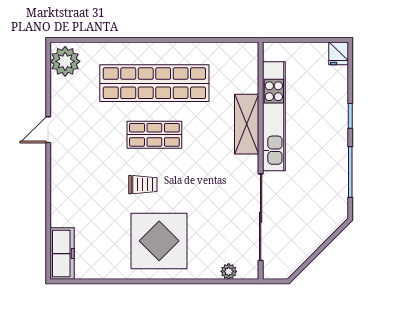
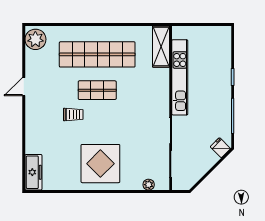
fridge: (339, 53) -> (220, 148), moved, turned 135
shelving: (247, 124) -> (161, 47), moved
trolley: (143, 185) -> (73, 115), moved

